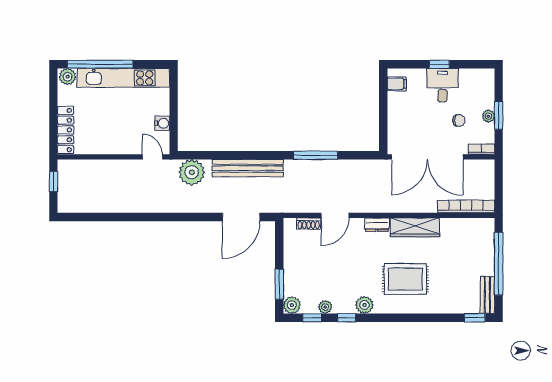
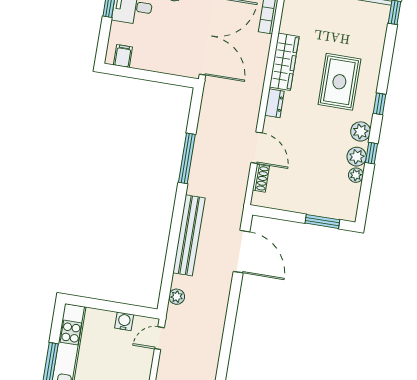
plant: (192, 172) -> (177, 297), width x0.53, depth x0.53
plant: (292, 305) -> (357, 157), moved
window: (312, 318) -> (380, 104), moved

